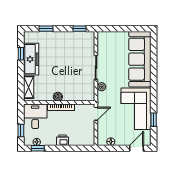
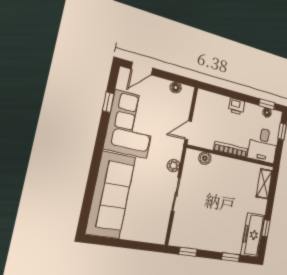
freezer: (31, 59) -> (253, 235), moved
boiler: (58, 97) -> (205, 158), moved

